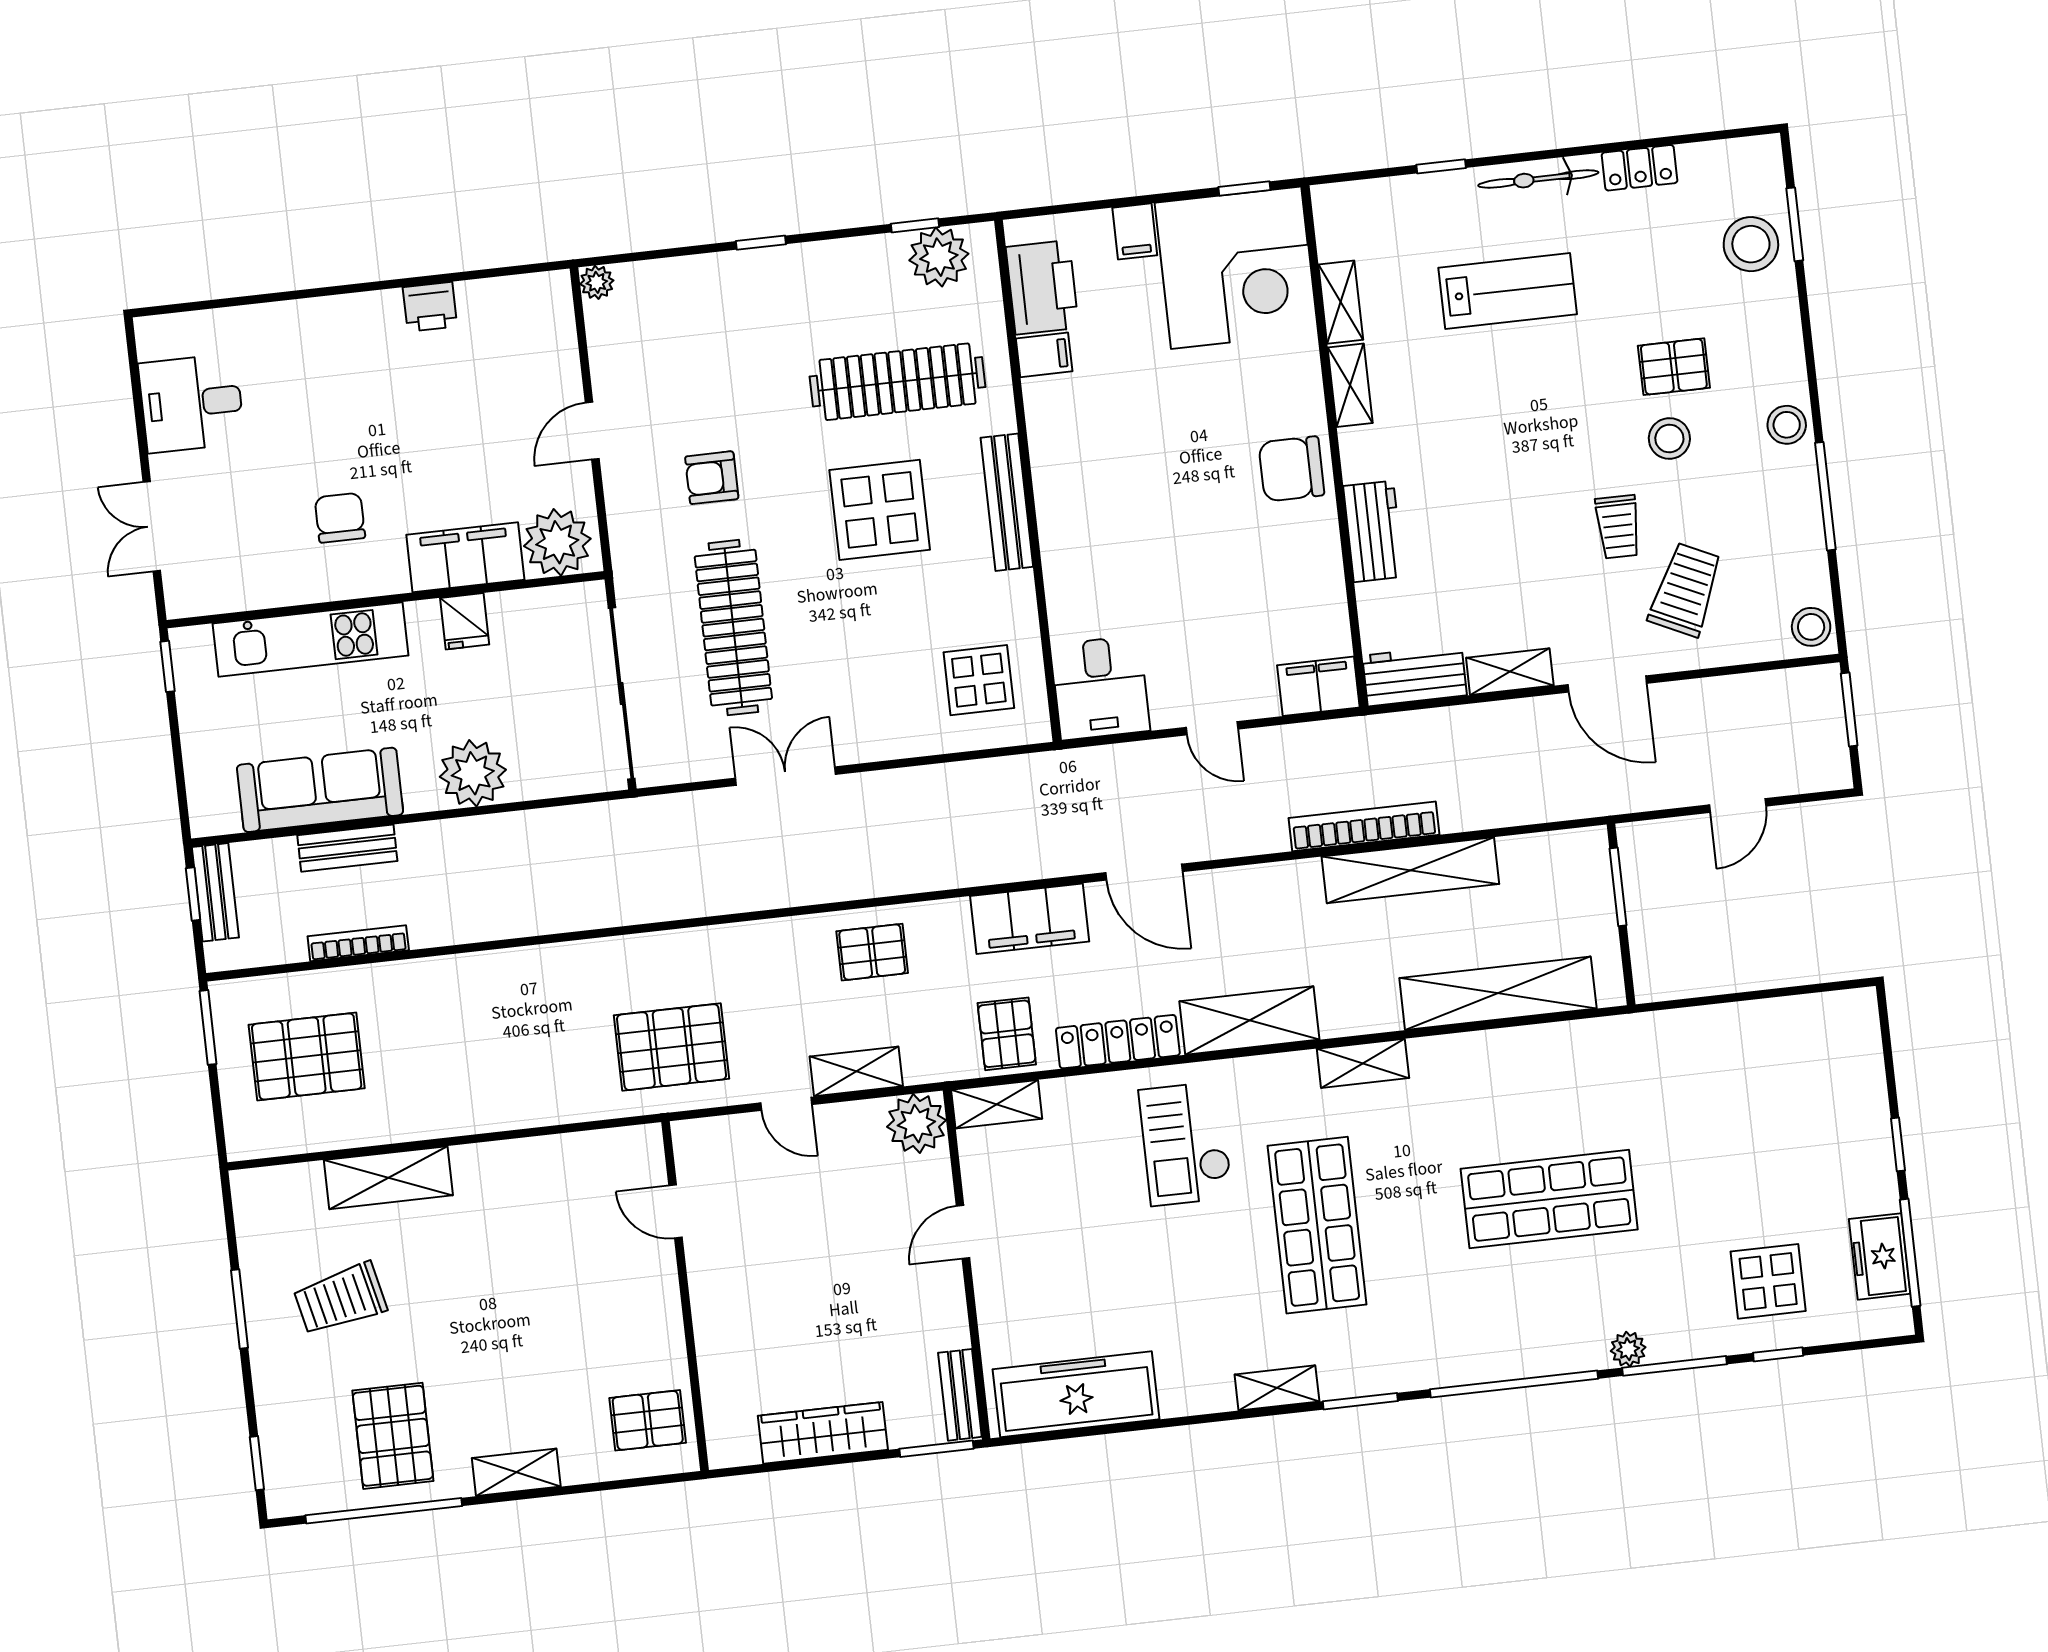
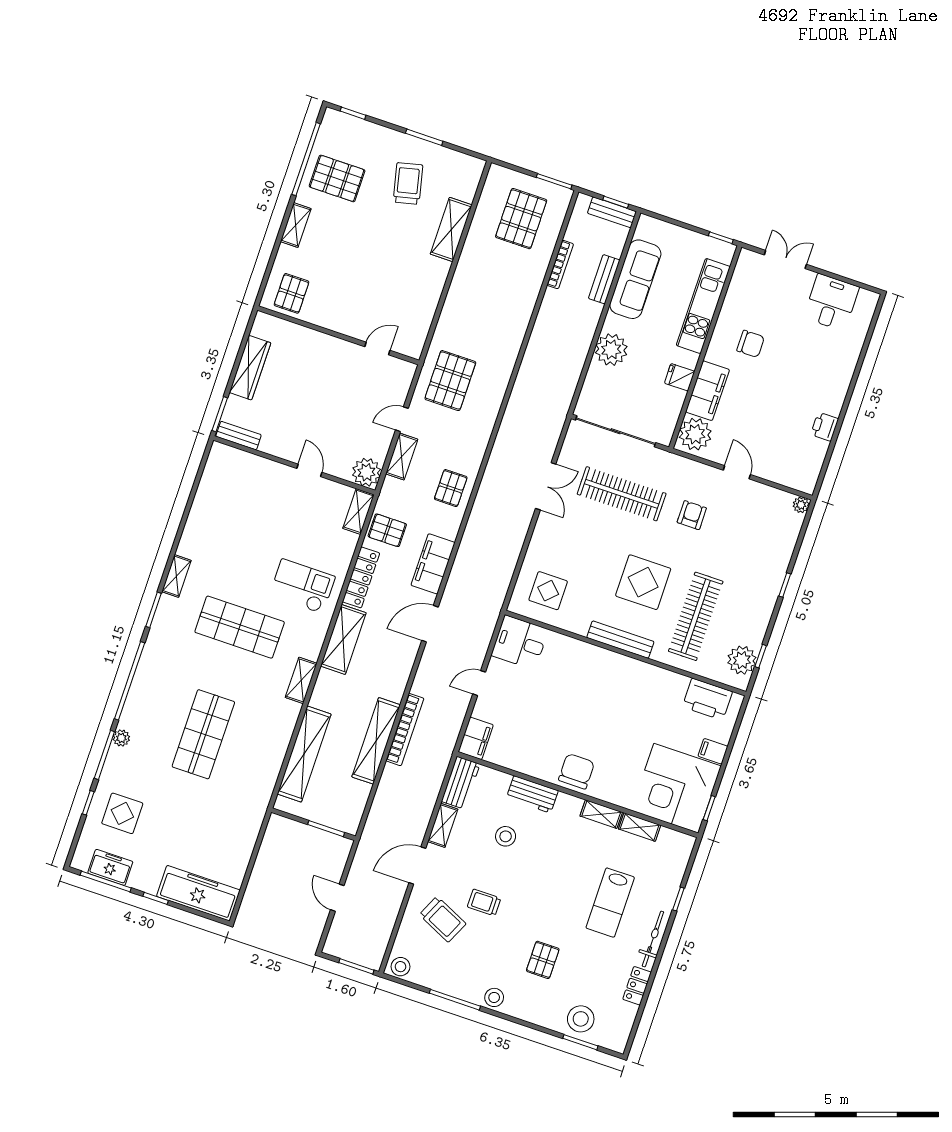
filing cabinet: (1044, 355) -> (677, 686), removed
stool: (1669, 438) -> (506, 836), moved
freezer: (1076, 1394) -> (198, 893), moved, turned -90

